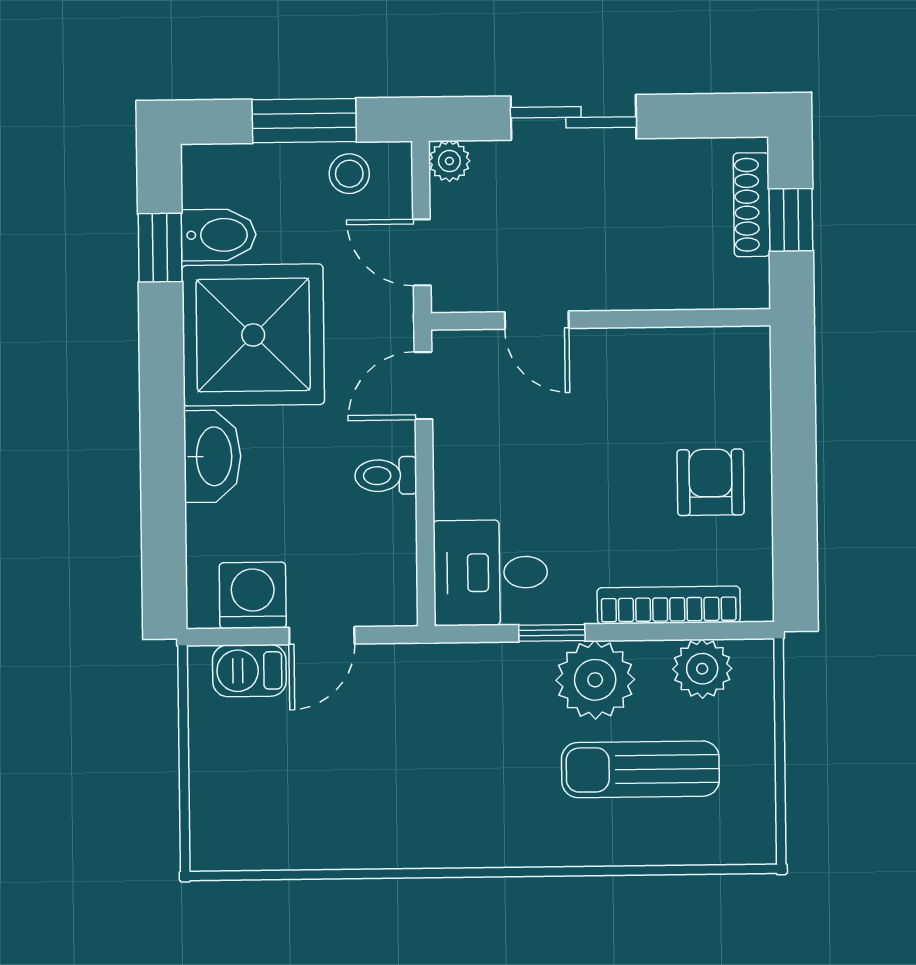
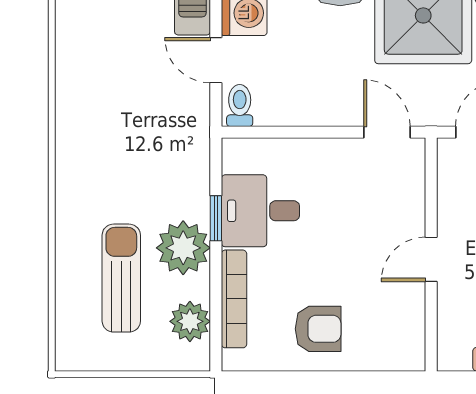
door: (537, 320) -> (431, 259), moved
toilet: (386, 476) -> (240, 105), moved
desk: (491, 573) -> (260, 211), moved, turned -90

